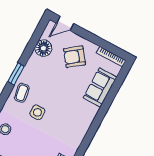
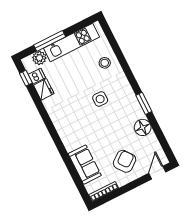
floor lamp: (43, 48) -> (143, 127), moved
coffee table: (22, 93) -> (125, 97), removed

